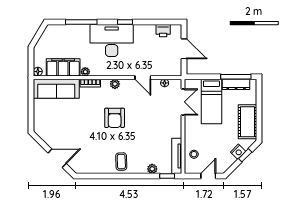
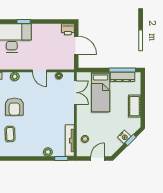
printer: (163, 31) -> (68, 29), moved
cot: (247, 122) -> (135, 106), width x0.73, depth x0.75
coffee table: (121, 162) -> (10, 134), moved

